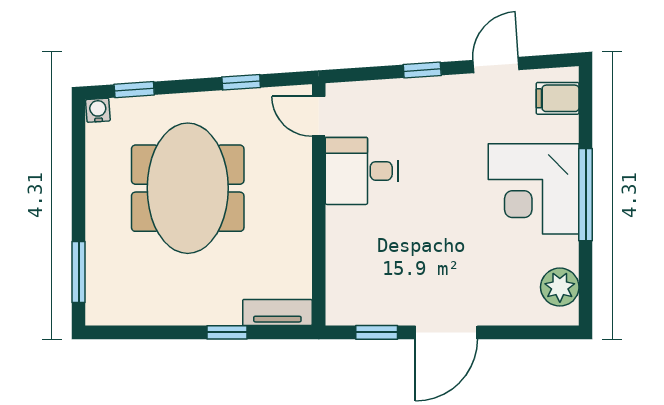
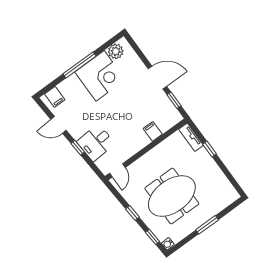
window: (241, 82) -> (132, 213), moved
desk: (362, 171) -> (96, 143), moved, turned 86
corner desk: (534, 189) -> (100, 76), moved
filing cabinet: (345, 244) -> (153, 131), added
window: (79, 272) -> (207, 225), moved

